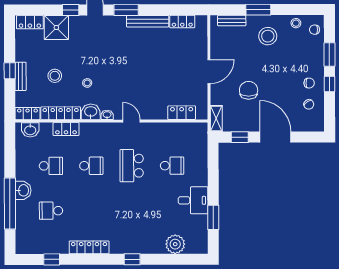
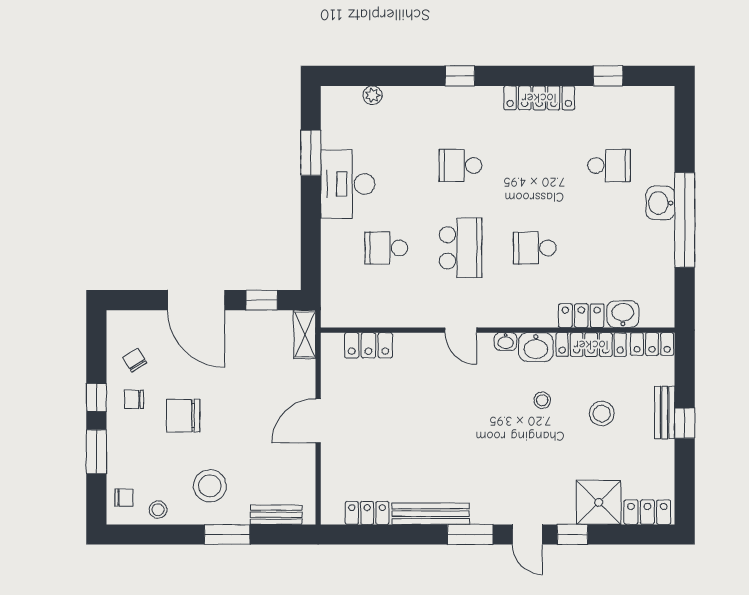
chair: (249, 90) -> (183, 416), moved, turned 90
washbasin: (30, 130) -> (623, 314), moved
school desk: (51, 166) -> (461, 165), moved
desk: (193, 200) -> (348, 184), width x1.37
window: (10, 204) -> (685, 220), moved
plant: (175, 244) -> (372, 95), width x0.53, depth x0.53

